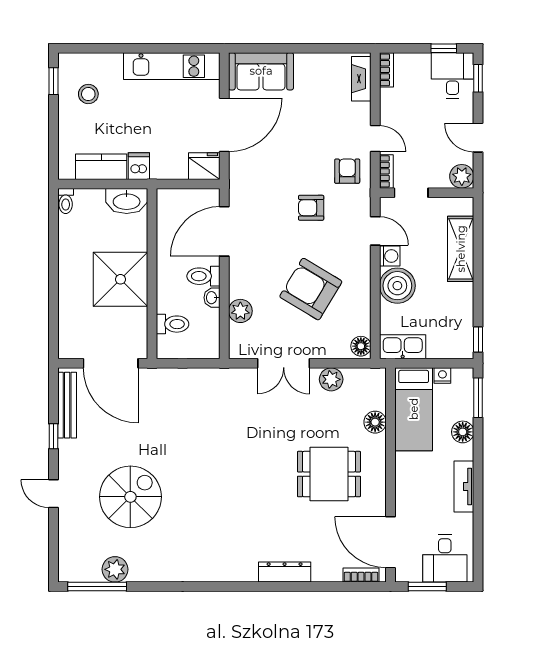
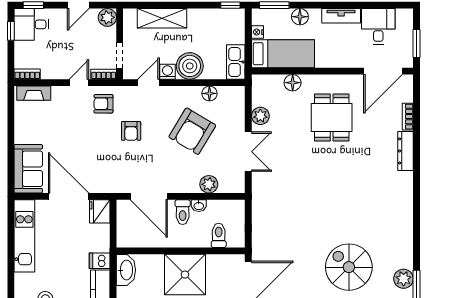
floor lamp: (361, 346) -> (209, 93), moved
desk: (445, 559) -> (378, 26), moved, turned -90
bookcase: (361, 575) -> (408, 117), moved

